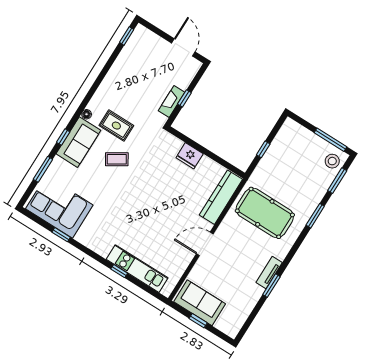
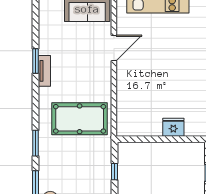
kitchen counter: (221, 197) -> (125, 109), removed
door: (205, 244) -> (114, 48), moved

